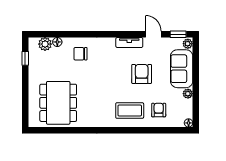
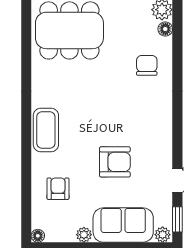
tv unit: (129, 43) -> (164, 142), removed
armchair: (159, 110) -> (58, 189), turned -90
coffee table: (130, 111) -> (46, 130), moved

